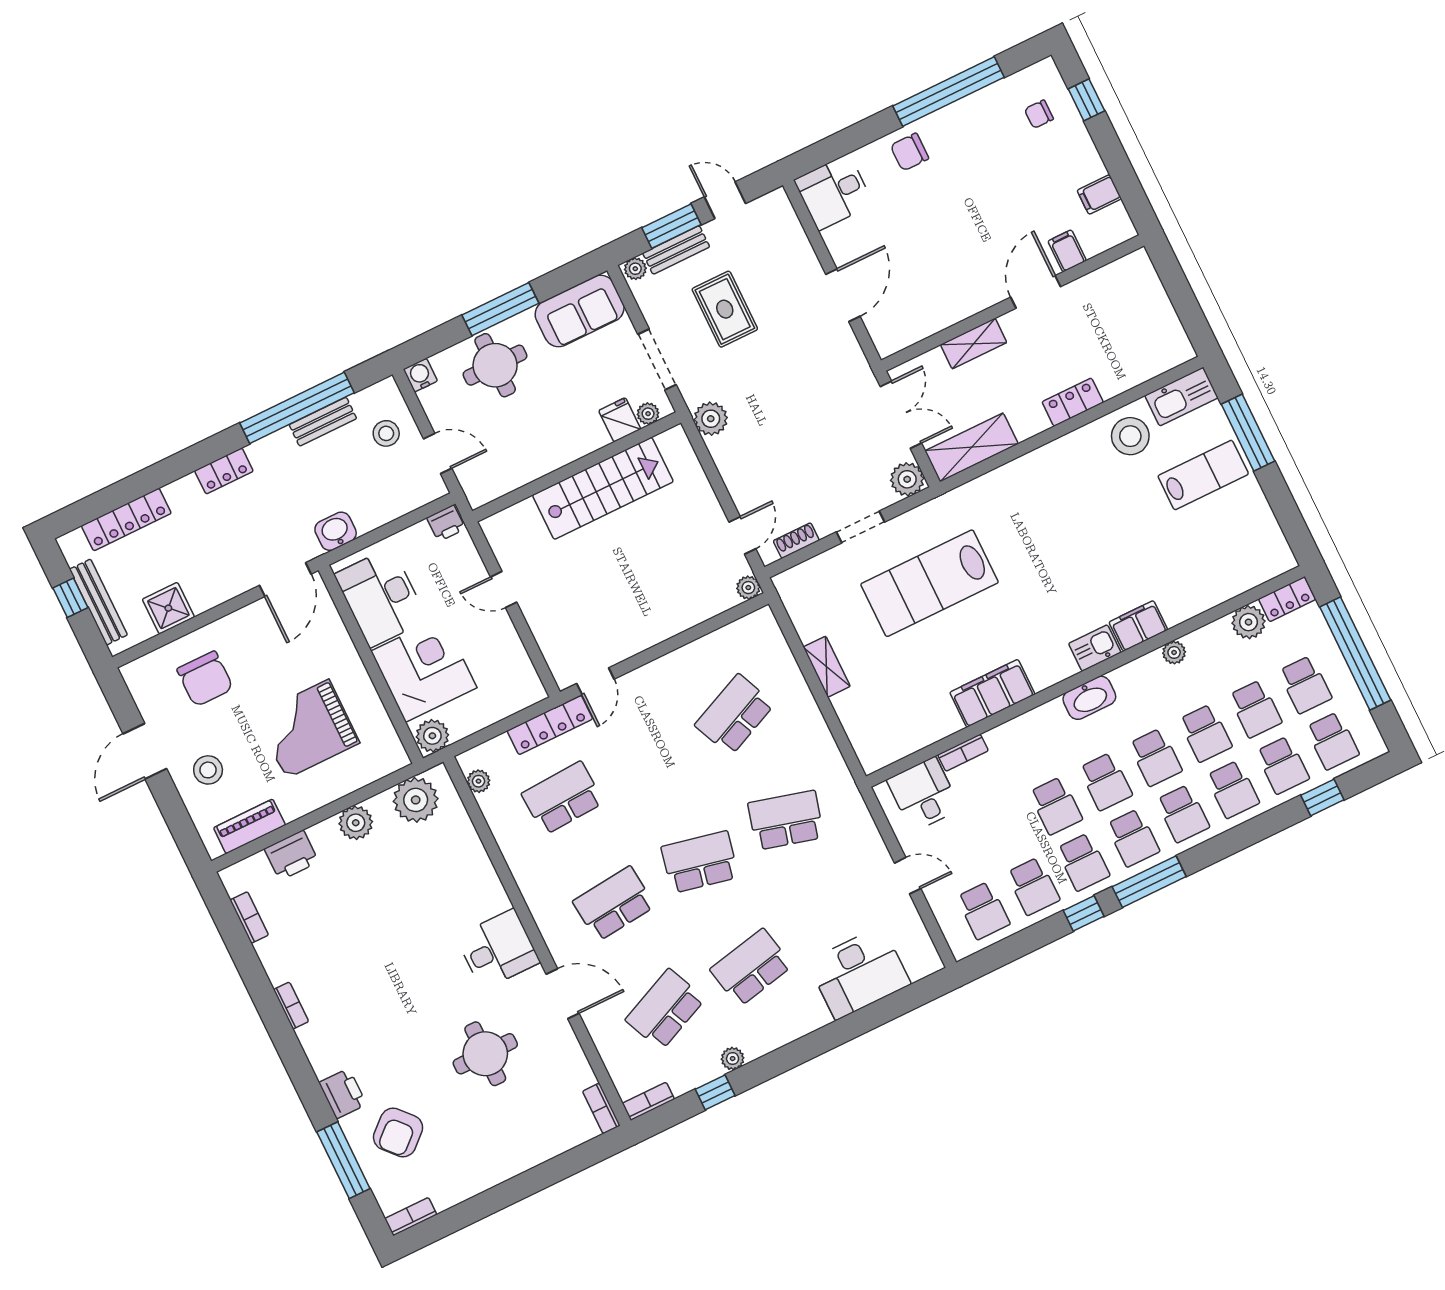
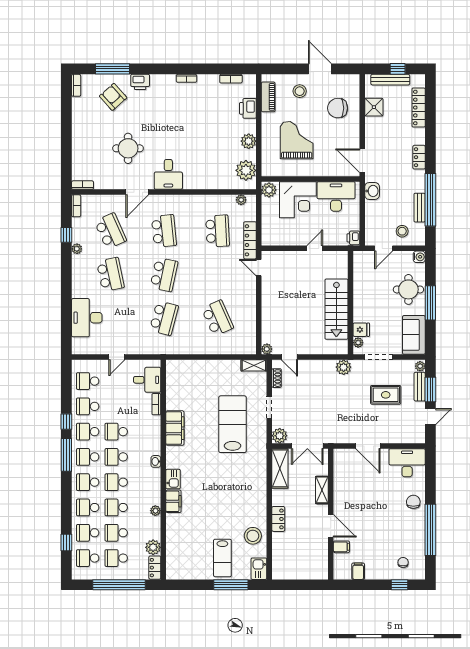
desk: (834, 192) -> (407, 463), width x1.37
kitchen sink: (1181, 397) -> (259, 569), width x0.73
shelving: (827, 667) -> (254, 365), moved
washbasin: (1089, 698) -> (156, 461), width x0.52, depth x0.69

